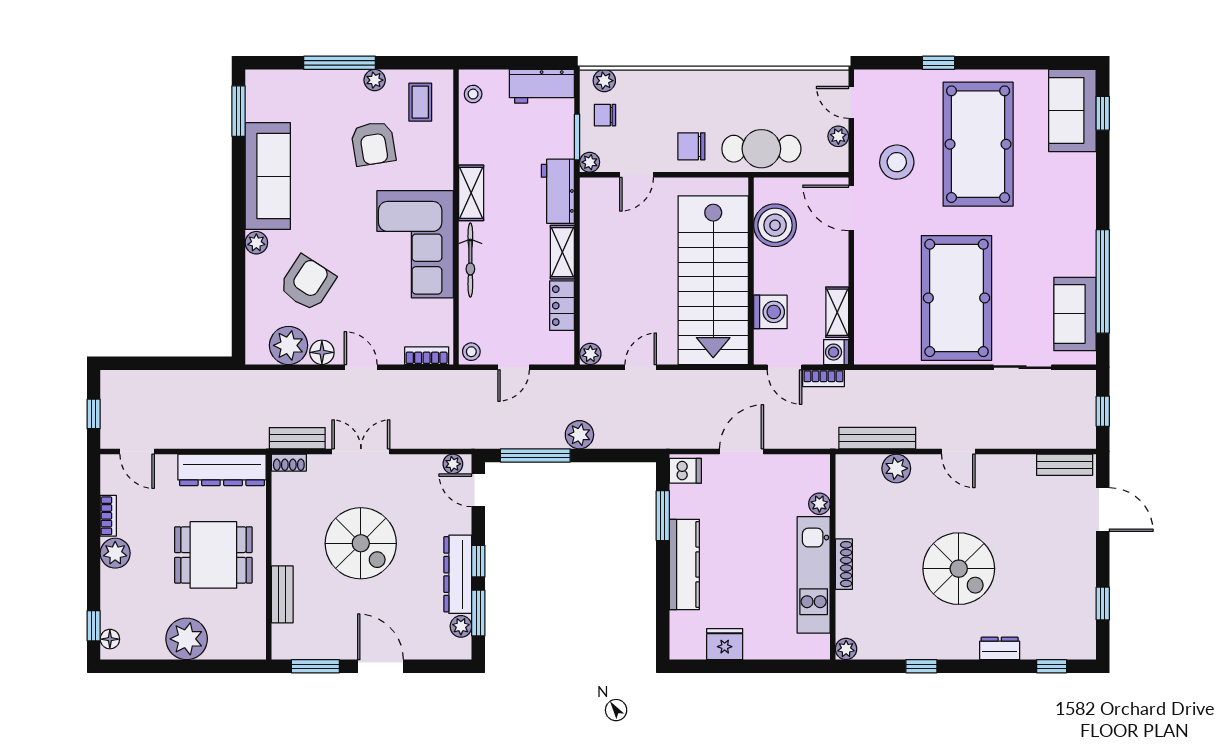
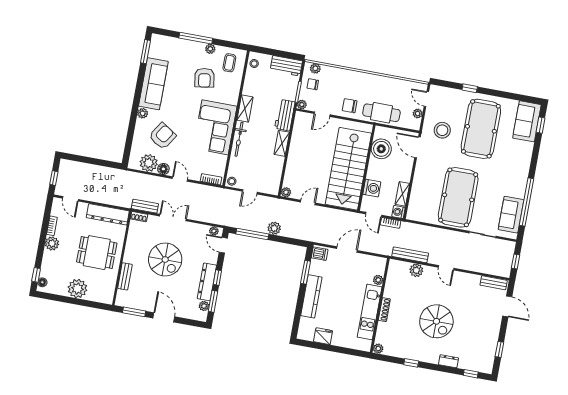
locker: (562, 306) -> (277, 168), removed

